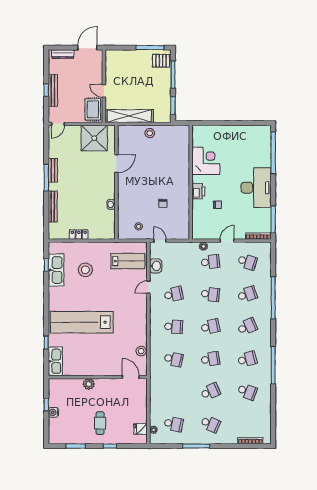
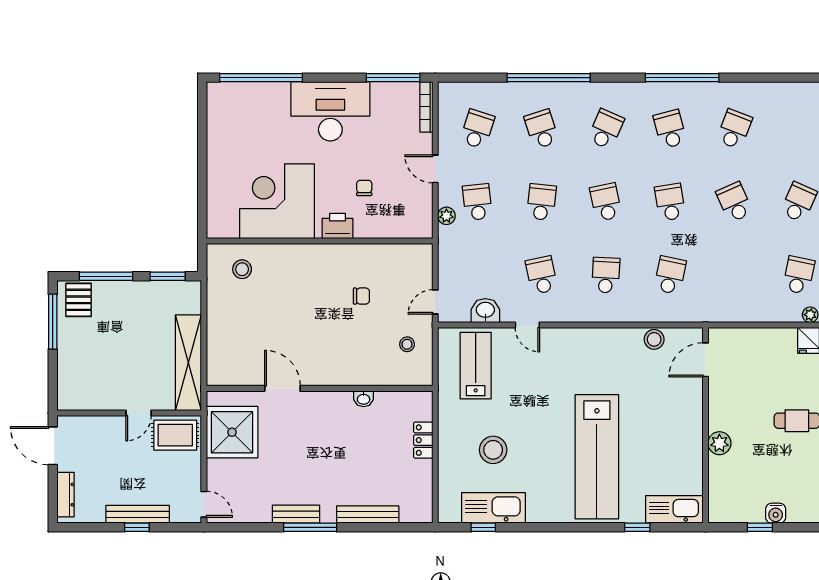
stool: (150, 133) -> (242, 269), moved
corner desk: (206, 161) -> (277, 201), width x1.36, depth x1.36
locker: (79, 235) -> (423, 440), moved
school desk: (247, 327) -> (606, 129), turned 48

